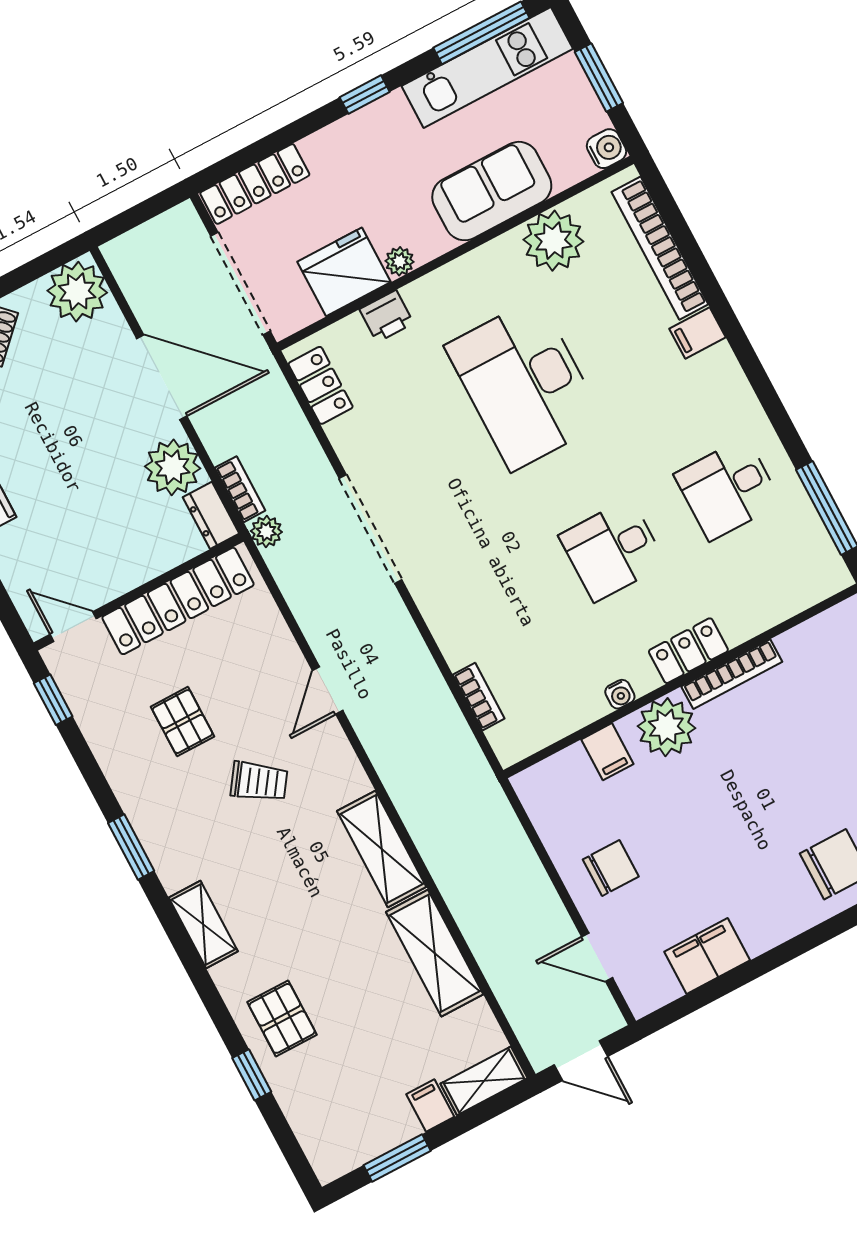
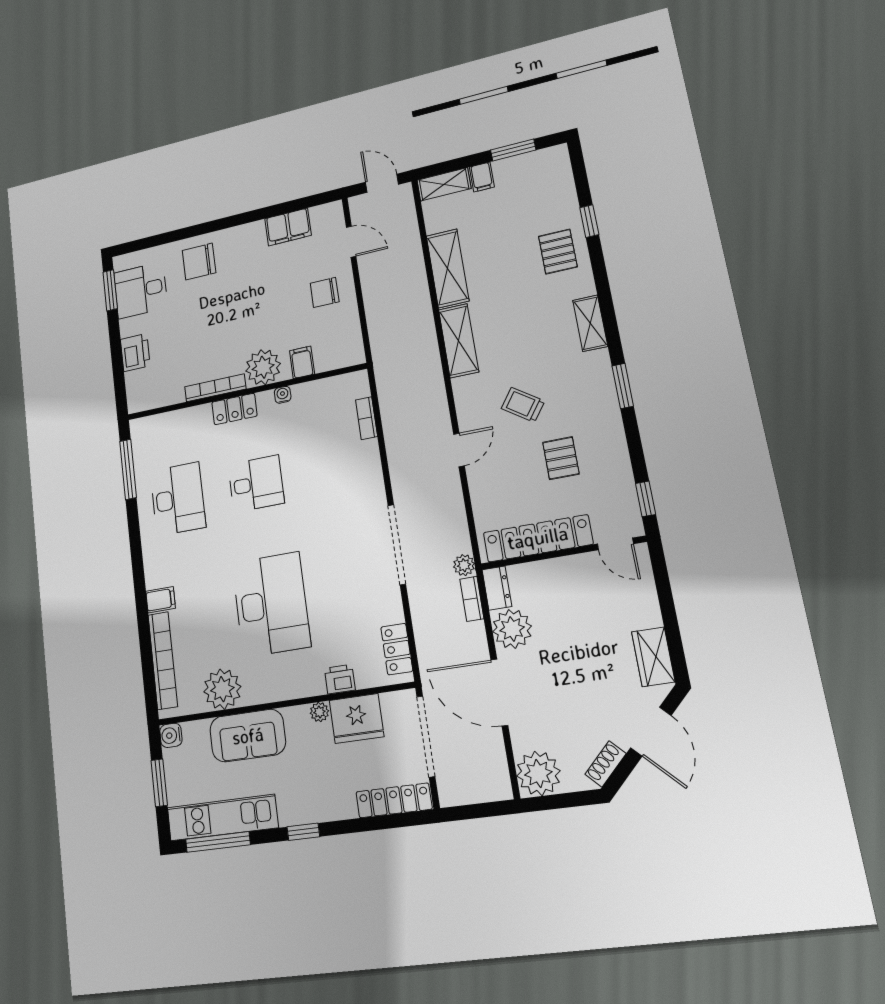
desk: (728, 489) -> (178, 499), width x1.37

